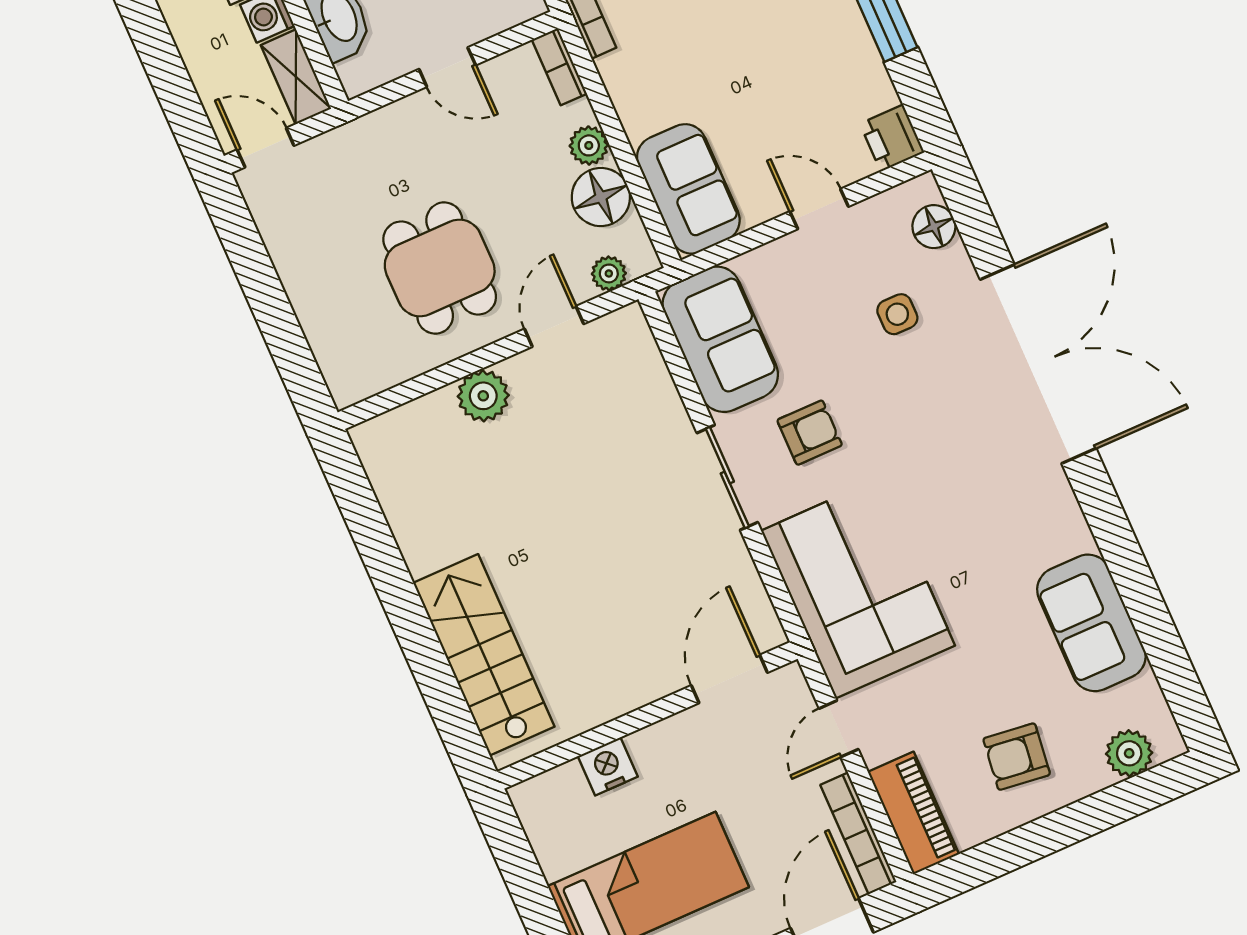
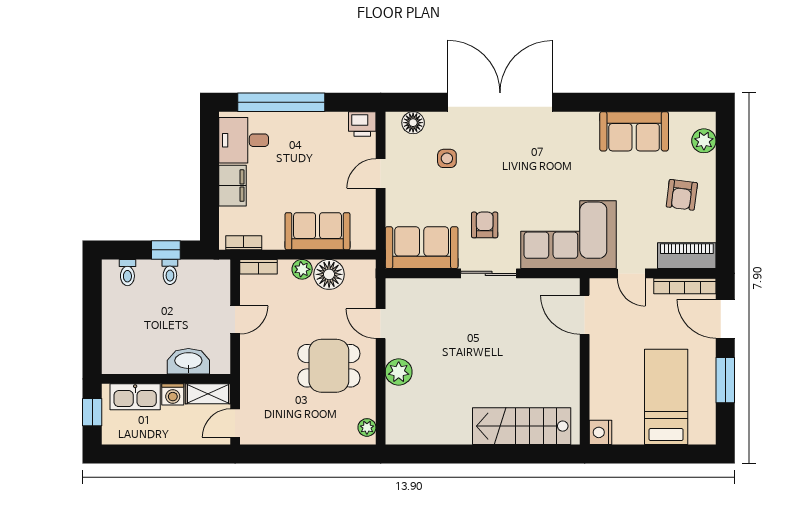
sofa: (688, 189) -> (318, 231), moved
plant: (609, 273) -> (367, 427), moved
nightstand: (608, 766) -> (601, 432), moved

